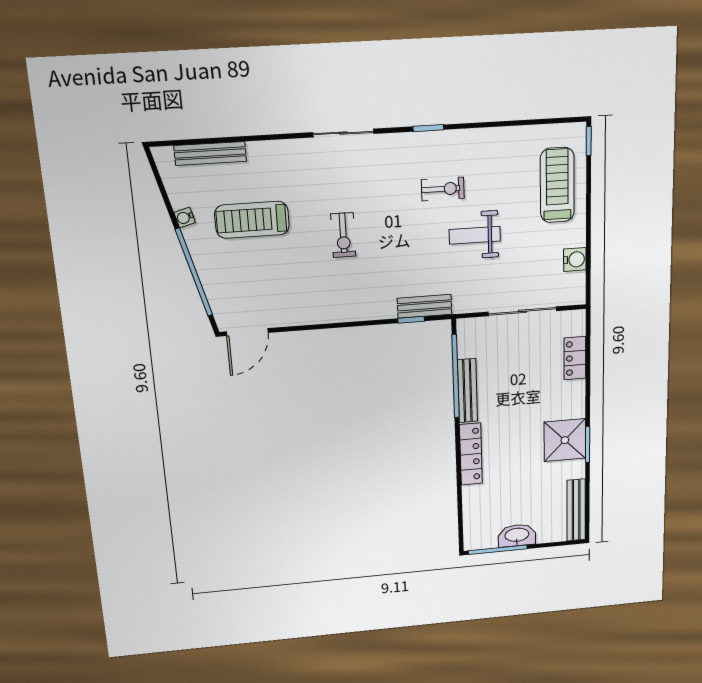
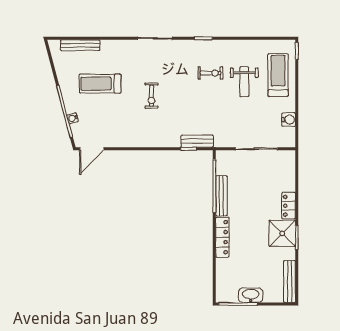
water cooler: (185, 218) -> (73, 118), moved
weight bench: (475, 235) -> (244, 82), moved, turned -90
locker: (575, 358) -> (289, 206), moved

